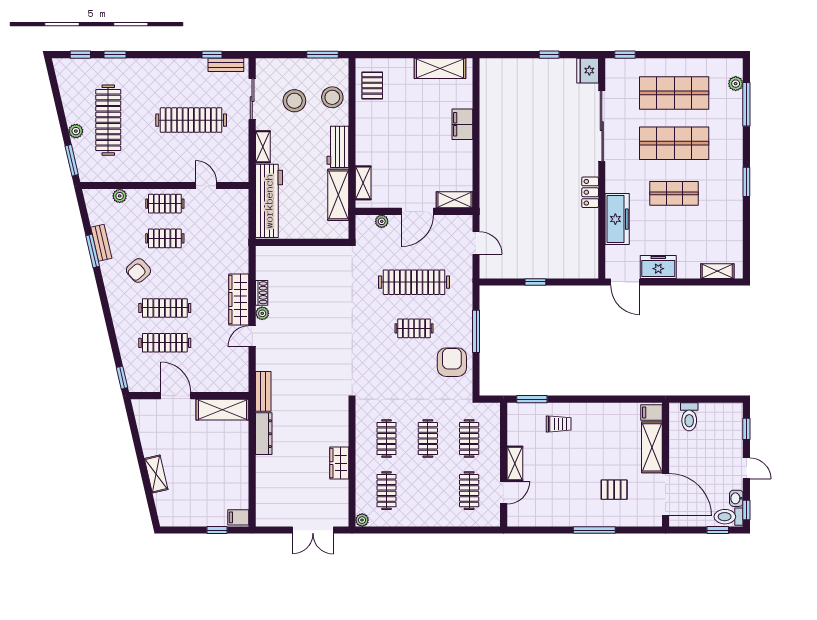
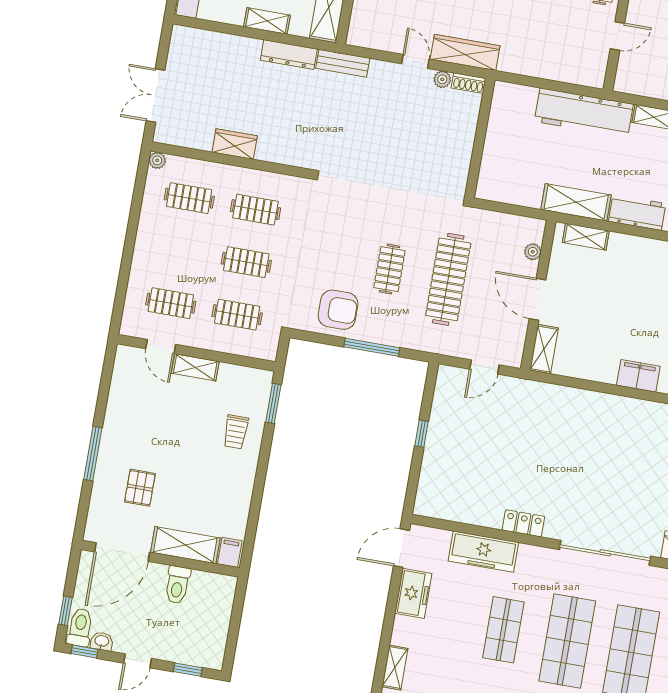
wall: (302, 242) -> (480, 138), moved
toilet: (689, 417) -> (177, 585), moved, turned -90
shelving: (241, 455) -> (267, 21), added

